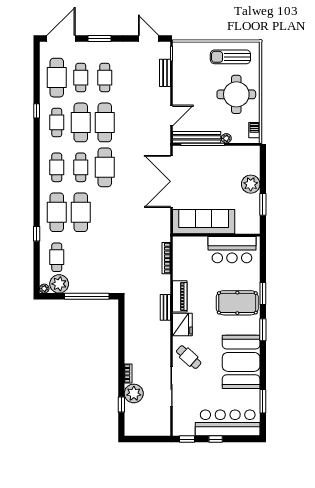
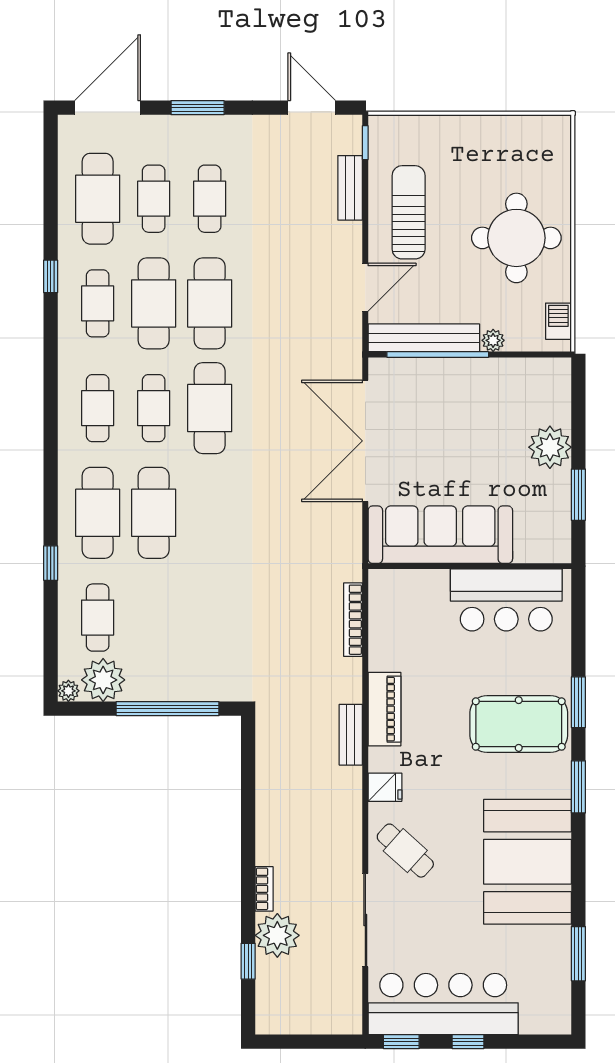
sun lounger: (230, 57) -> (409, 212), moved, turned 90
fridge: (182, 325) -> (385, 787), width x0.53, depth x0.75
bar counter: (228, 423) -> (443, 1004), moved

